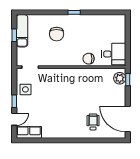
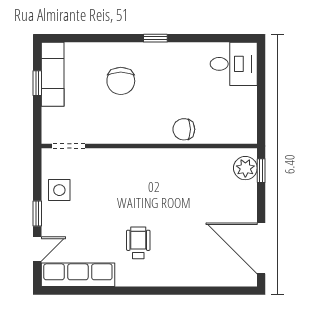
desk: (114, 54) -> (234, 64), moved
wheelchair: (93, 122) -> (138, 243), moved
row of seats: (29, 132) -> (78, 275), width x1.48

